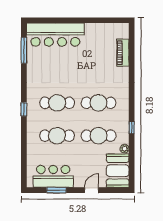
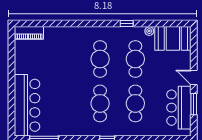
piano: (123, 53) -> (29, 33), moved
door: (92, 190) -> (194, 77), moved

